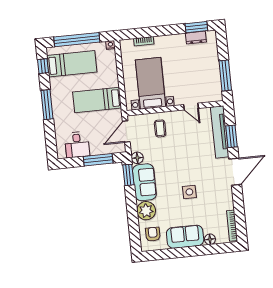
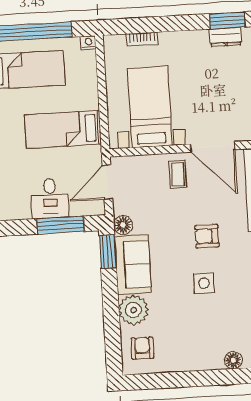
door: (191, 107) -> (213, 147), width x1.87
coffee table: (160, 128) -> (178, 174), moved
desk: (77, 145) -> (50, 198), moved
armchair: (190, 162) -> (207, 236), added
sofa: (185, 237) -> (194, 354), removed

